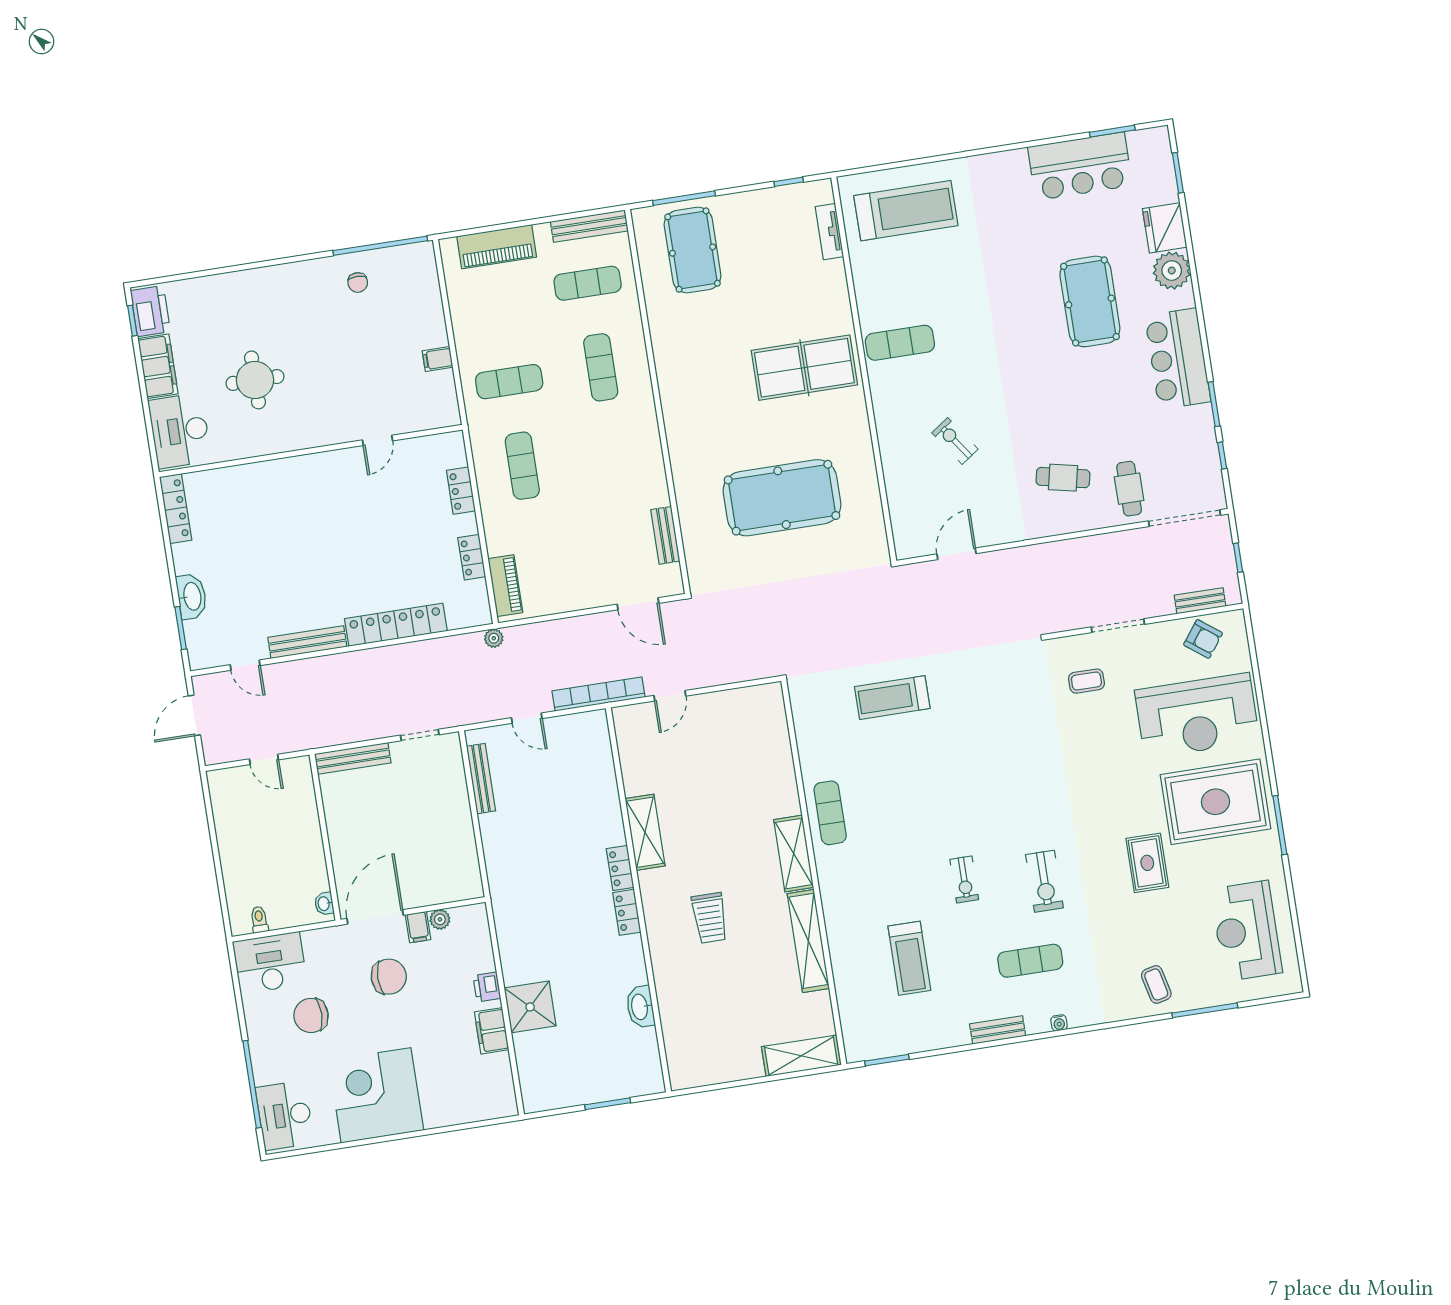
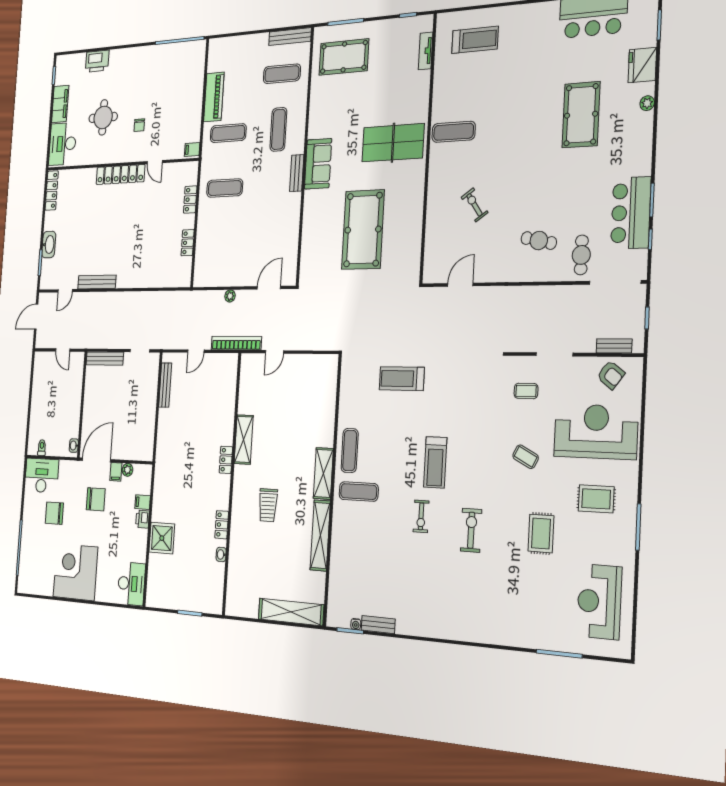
treadmill: (906, 211) -> (475, 40), width x0.73, depth x0.73
piano: (497, 247) -> (214, 97), moved, turned -90
pool table: (693, 250) -> (344, 57), turned 90
plant: (1172, 271) -> (647, 103), width x0.53, depth x0.53
chair: (358, 283) -> (139, 125), moved
printer: (150, 311) -> (97, 61), moved, turned 90
filing cabinet: (438, 359) -> (192, 149), moved
bar counter: (1178, 359) -> (631, 213), moved
sofa: (683, 411) -> (318, 164), added
door: (377, 440) -> (155, 162), hinge flipped
exercise mat: (522, 466) -> (225, 188), turned 90
pool table: (782, 498) -> (363, 230), turned 90
bench: (665, 535) -> (297, 173), moved
piano: (505, 586) -> (201, 264), removed
door: (638, 604) -> (269, 288), swing flipped
locker: (396, 625) -> (120, 174), moved, turned 180
plant: (494, 638) -> (230, 296), moved
door: (245, 665) -> (65, 291), hinge flipped
reception desk: (1197, 716) -> (596, 432), turned 180
door: (527, 718) -> (196, 351), hinge flipped
rug: (1215, 802) -> (596, 499), width x0.54, depth x0.49
exercise bike: (1044, 881) -> (471, 530), turned 180
locker: (627, 912) -> (222, 525), moved
treadmill: (909, 958) -> (435, 462), moved
exercise mat: (1030, 961) -> (359, 492), moved
coffee table: (1156, 984) -> (526, 457), moved, turned -50
washbasin: (640, 1007) -> (221, 554), width x0.52, depth x0.69
water cooler: (1059, 1023) -> (356, 624), moved
bench: (998, 1030) -> (378, 625), moved
filing cabinet: (492, 1031) -> (143, 502), moved, width x0.50
shelving: (801, 1056) -> (291, 612), width x1.47
desk: (285, 1115) -> (131, 584), moved, turned 180

